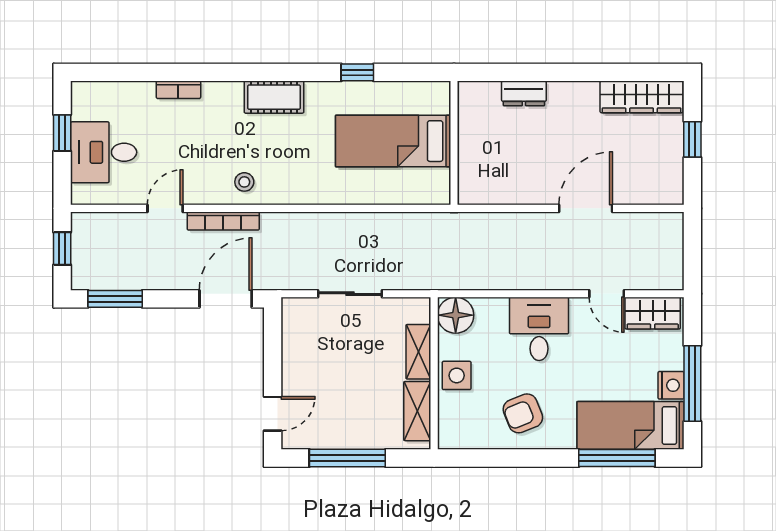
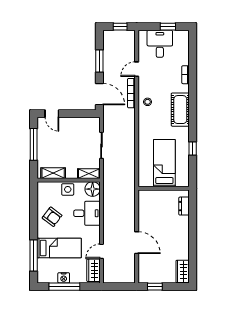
dresser: (524, 93) -> (184, 206), moved
cot: (274, 97) -> (180, 110), width x1.37, depth x1.34
wardrobe: (642, 97) -> (183, 271), width x0.67
window: (692, 139) -> (155, 287), moved
door: (165, 208) -> (137, 69), swing flipped
window: (115, 299) -> (99, 61), moved
desk: (539, 329) -> (87, 213), moved
shelving: (418, 352) -> (89, 174), moved
armchair: (523, 413) -> (52, 217), turned 149
bed: (630, 425) -> (59, 248), moved, turned 90

